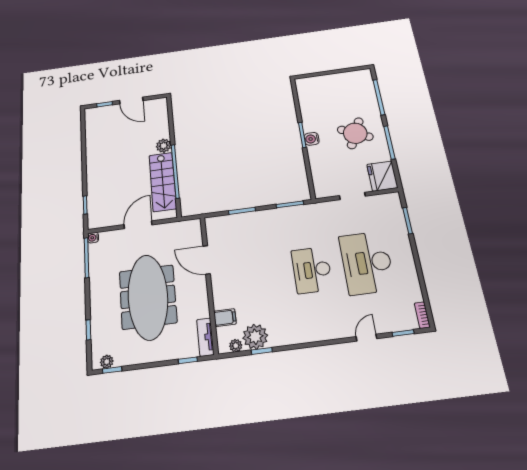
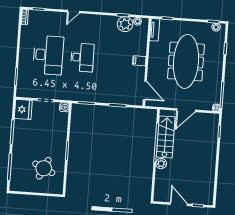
round table: (355, 133) -> (44, 168), moved
water cooler: (312, 139) -> (64, 107), moved
door: (207, 260) -> (145, 90), moved
filing cabinet: (225, 318) -> (139, 61), moved
door: (366, 338) -> (73, 12), moved

